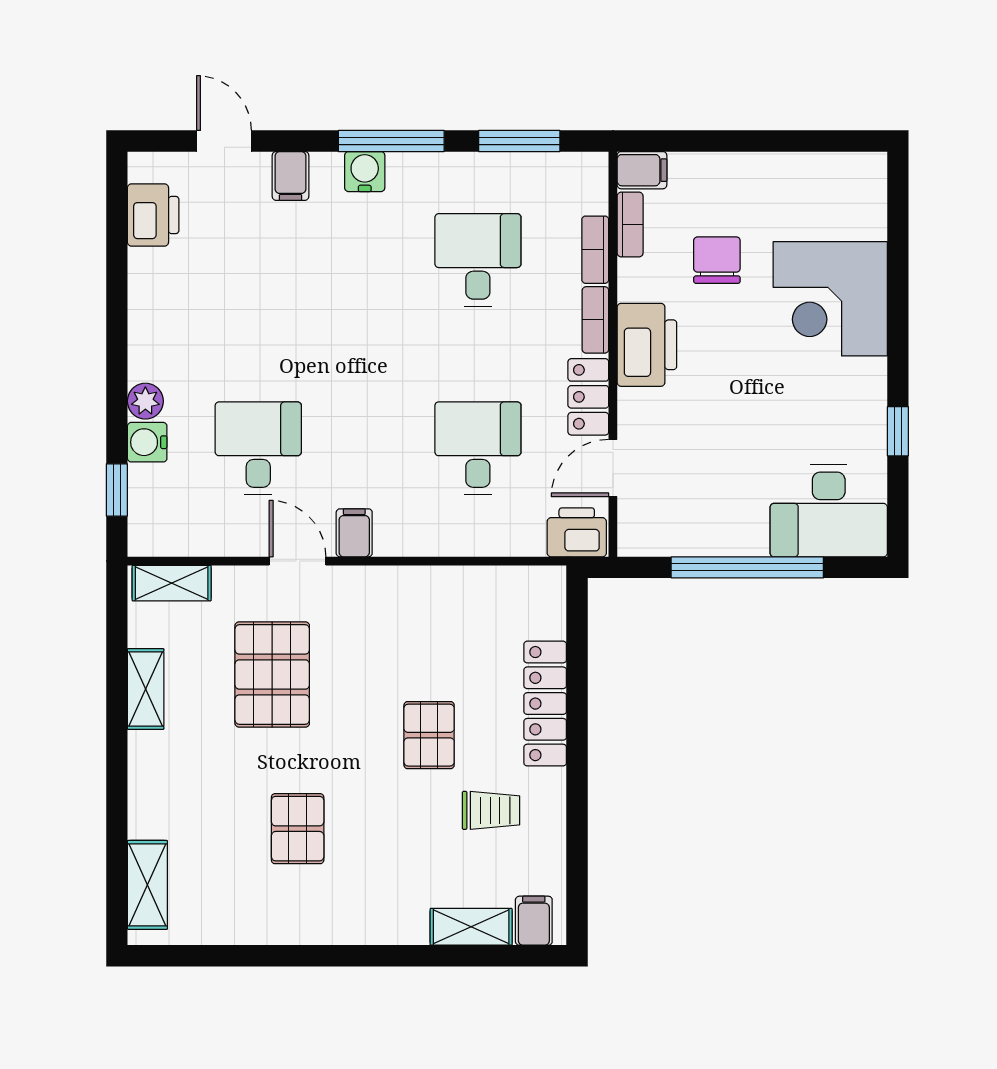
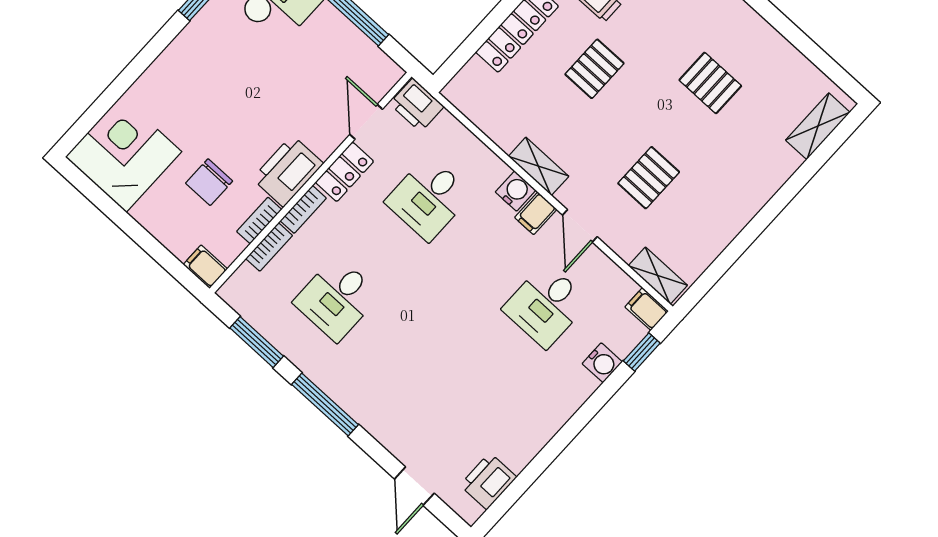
water cooler: (365, 172) -> (516, 191), moved, turned 180
filing cabinet: (290, 176) -> (647, 309), moved, turned -90
bookcase: (630, 225) -> (259, 220), moved
corner desk: (830, 299) -> (124, 154), moved, turned -90
plant: (145, 401) -> (583, 386), removed
door: (613, 468) -> (366, 122), swing flipped
pallet: (272, 675) -> (649, 178), width x0.67, depth x0.71
shelving: (146, 689) -> (539, 166), moved, turned 90
pallet: (298, 829) -> (710, 83), turned 90

